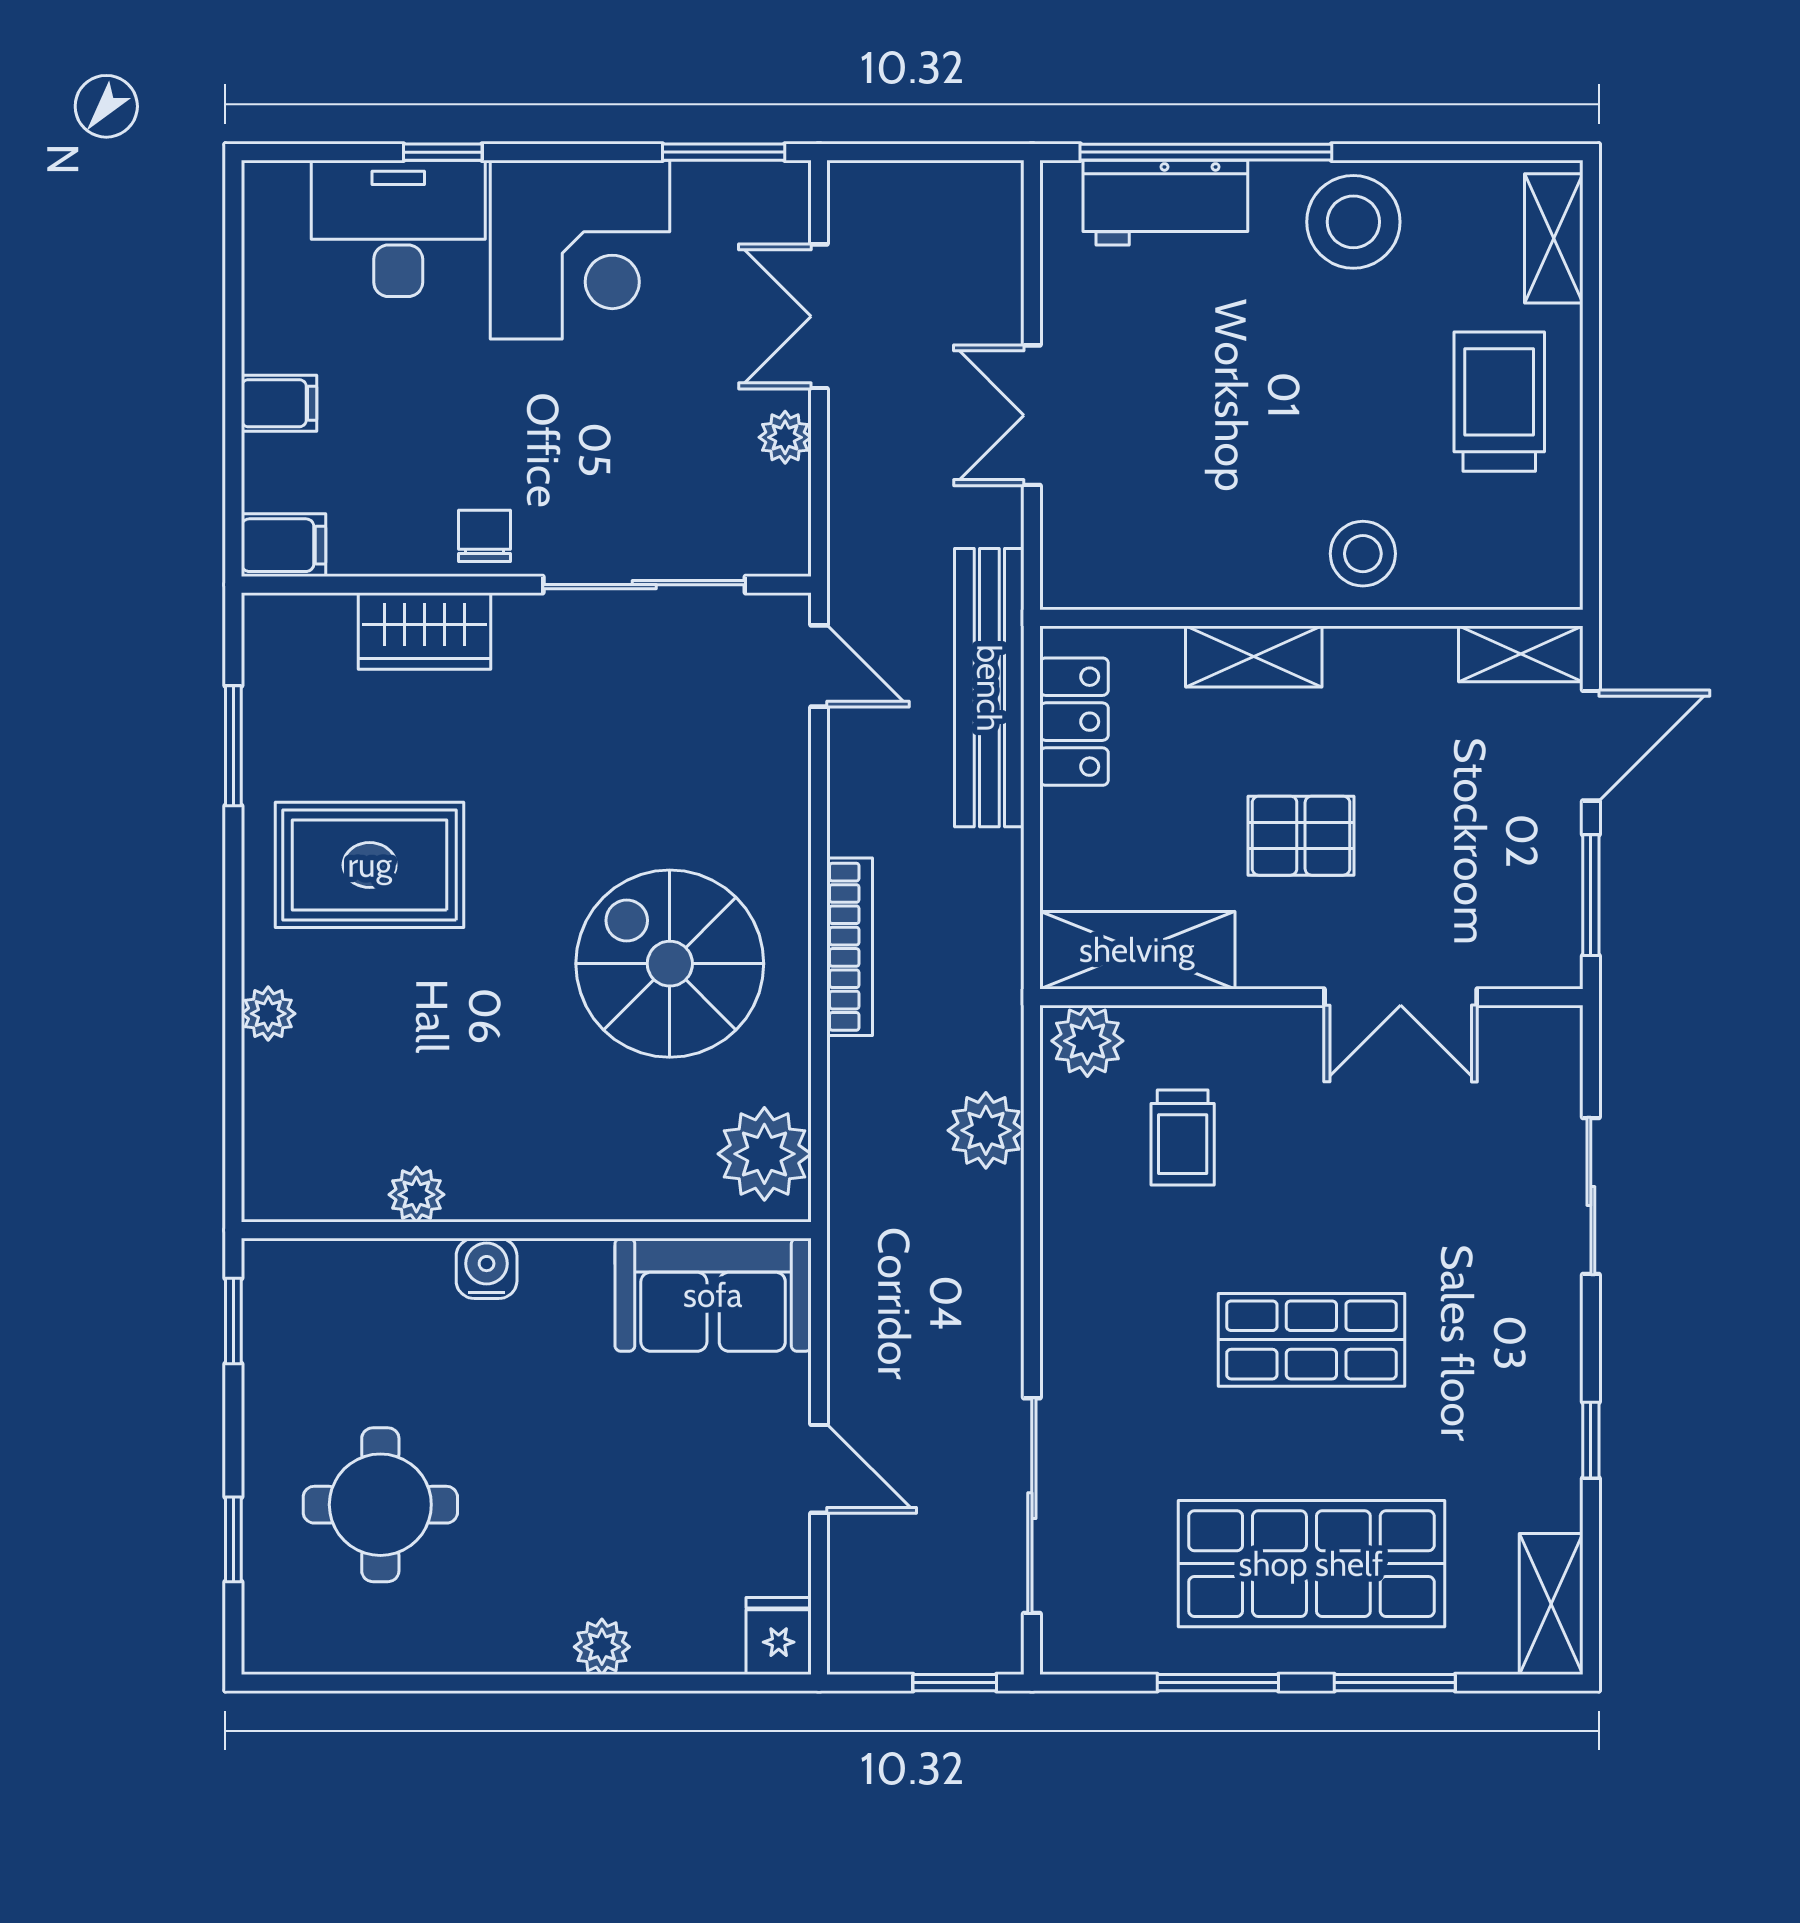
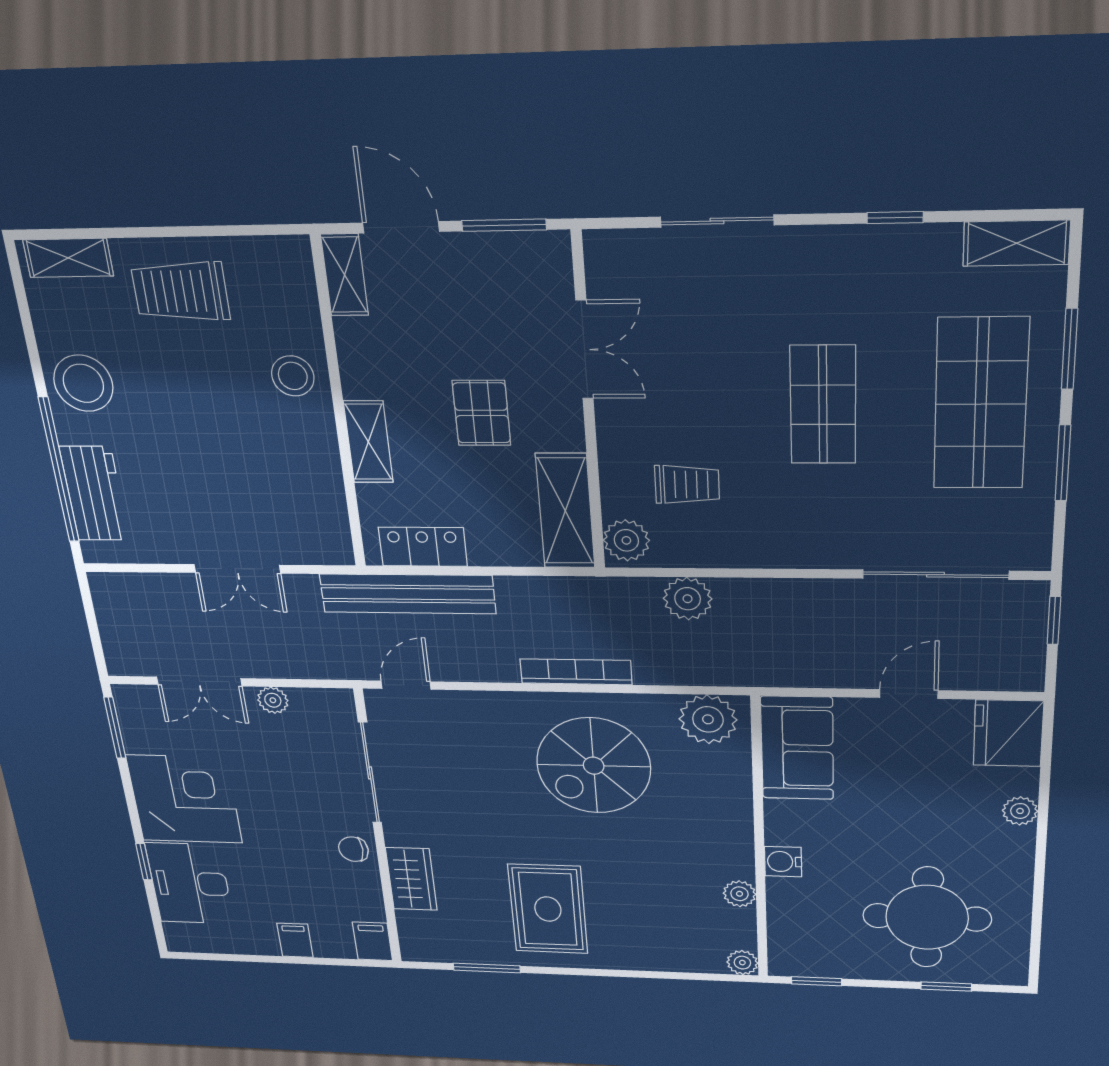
plant: (268, 1014) -> (742, 963), moved
round table: (380, 1505) -> (927, 917), width x1.36, depth x1.36
fridge: (779, 1636) -> (1008, 733), width x1.88, depth x1.34

